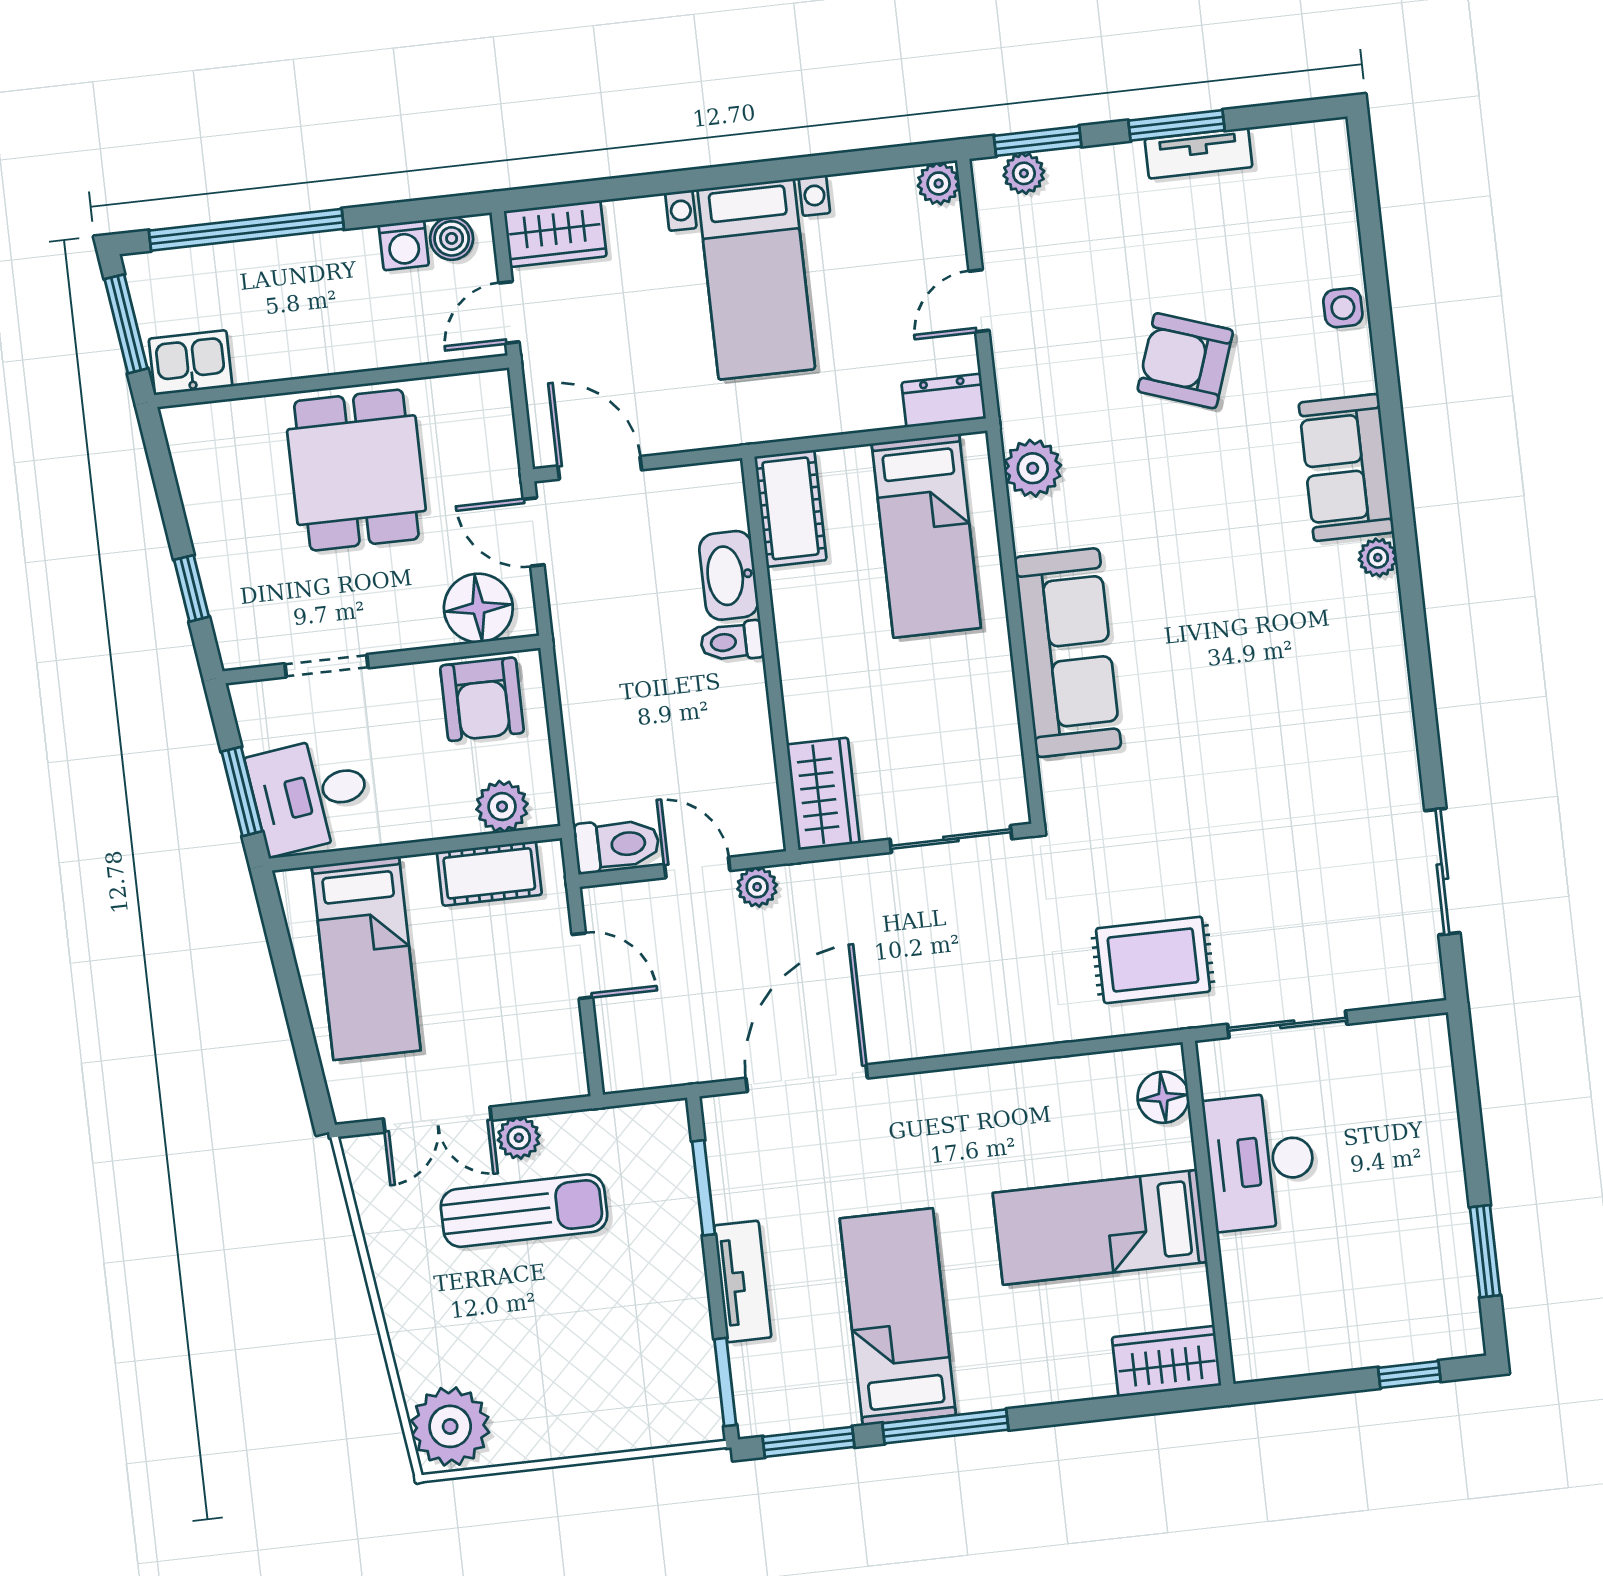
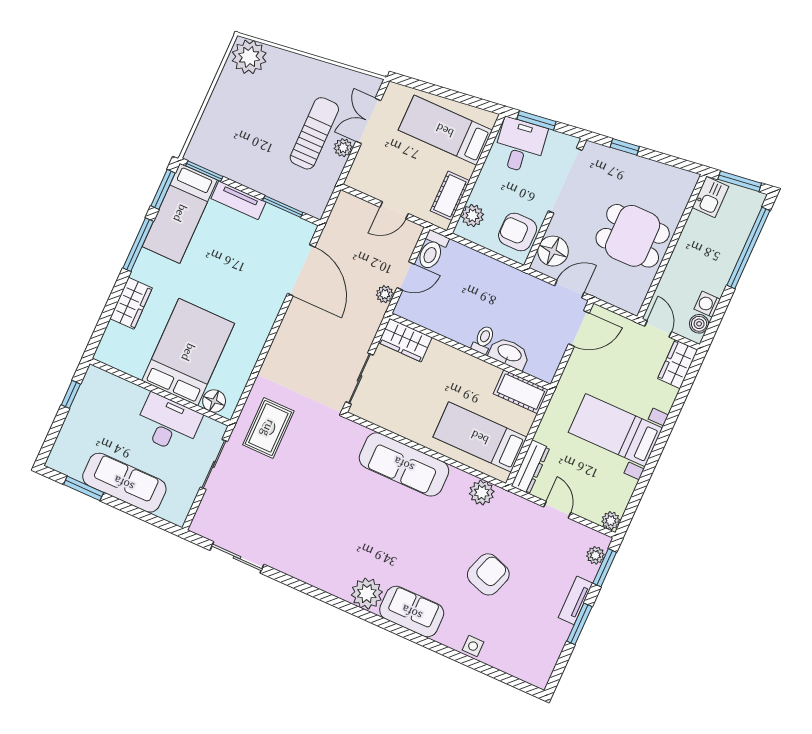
tv unit: (1199, 153) -> (575, 600), moved
dresser: (944, 400) -> (530, 467), width x1.44
plant: (1378, 558) -> (367, 594), width x1.87, depth x1.87
doorway: (326, 666) -> (565, 181), width x1.87
sofa: (1426, 1178) -> (124, 483), added
sun lounger: (524, 1211) -> (314, 133), turned 180
bed: (1100, 1227) -> (188, 352), width x1.50
bed: (898, 1317) -> (180, 213), moved, turned 90
wardrobe: (1167, 1361) -> (131, 303), moved
window: (1409, 1374) -> (71, 394), moved

